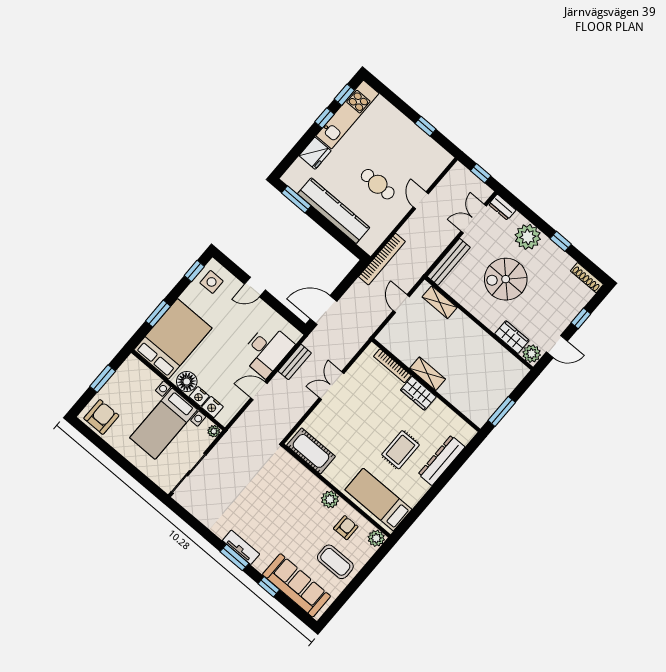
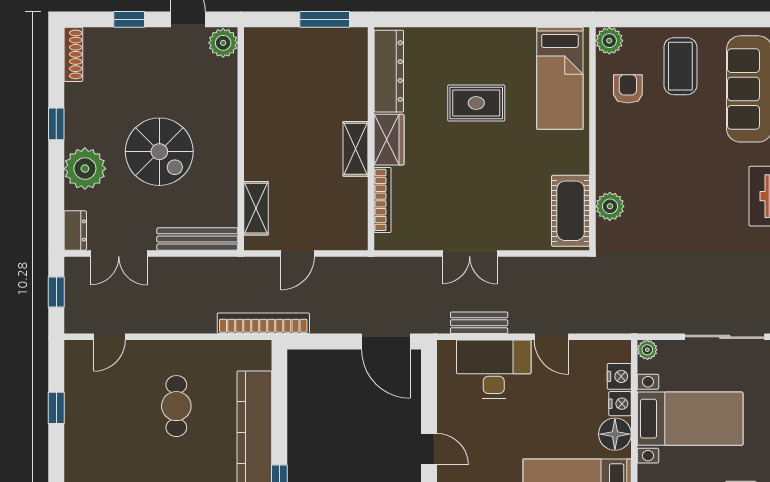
door: (421, 200) -> (109, 337), moved
wardrobe: (512, 337) -> (223, 84), removed
dresser: (442, 460) -> (389, 71), moved, turned -90
plant: (330, 499) -> (610, 206), moved
armchair: (346, 528) -> (628, 89), turned 90

